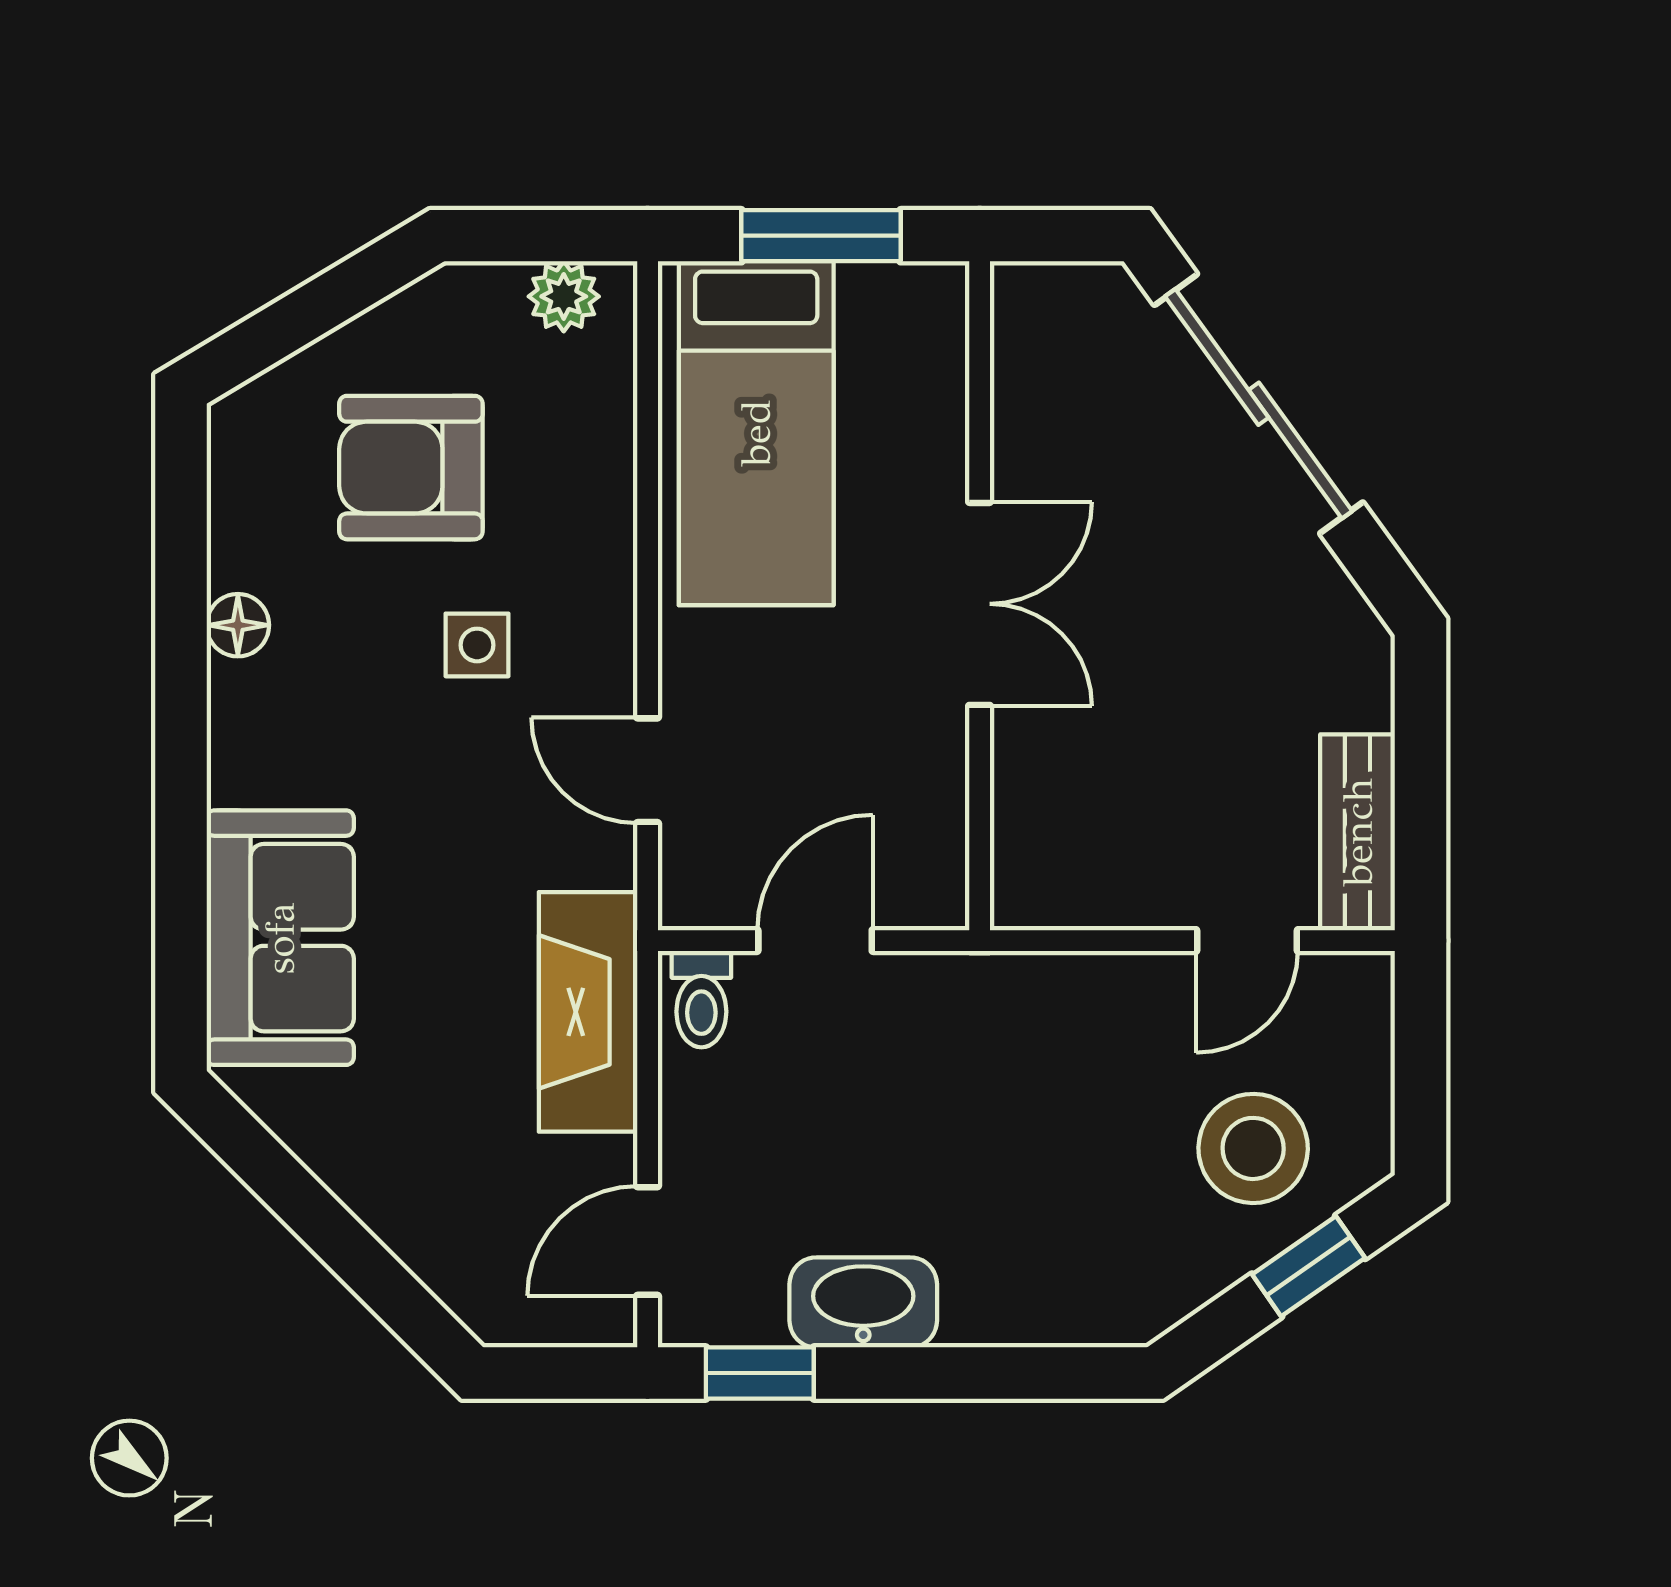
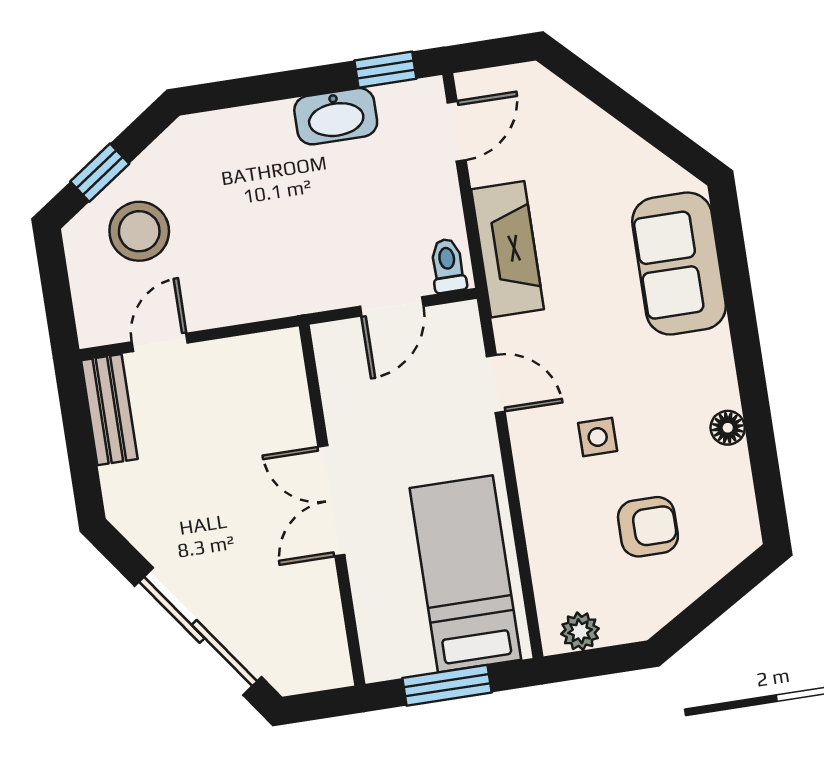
armchair: (411, 468) -> (648, 527), width x0.72, depth x0.72

